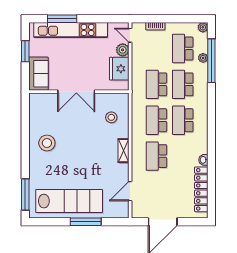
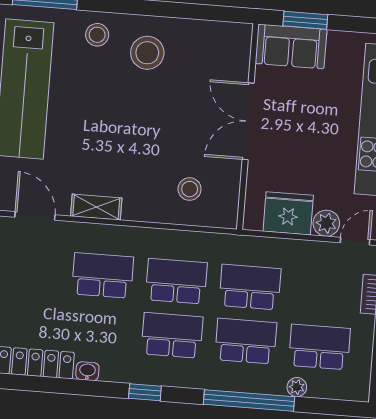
plant: (203, 27) -> (360, 392), removed
window: (25, 51) -> (305, 20), moved
window: (211, 61) -> (249, 400), moved
window: (211, 131) -> (145, 392), added
shelving: (124, 151) -> (96, 207), moved
stool: (40, 168) -> (97, 35), added

